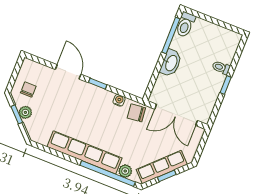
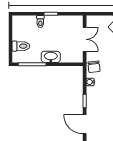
toilet: (185, 25) -> (21, 46), moved
door: (68, 72) -> (85, 124), hinge flipped
double door: (176, 115) -> (85, 39), width x0.73

